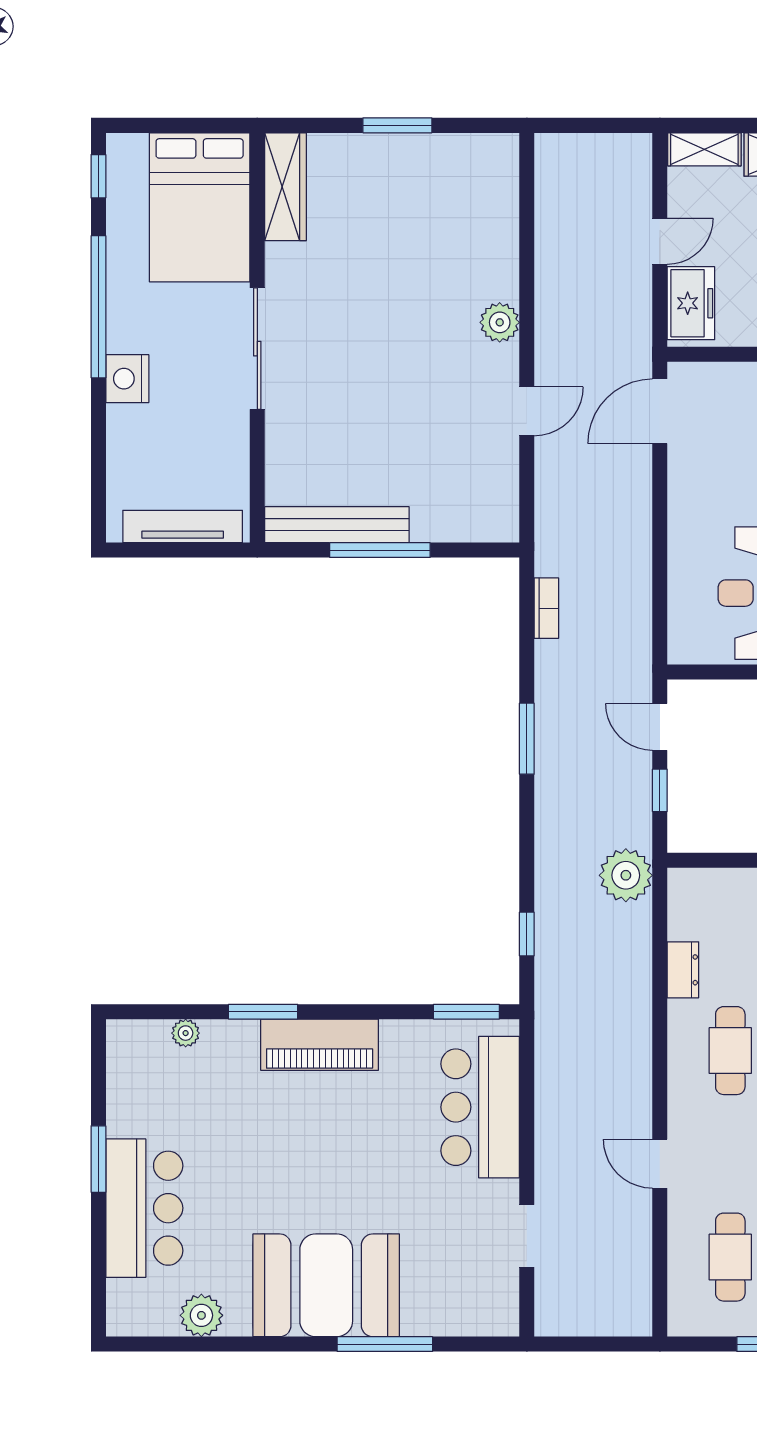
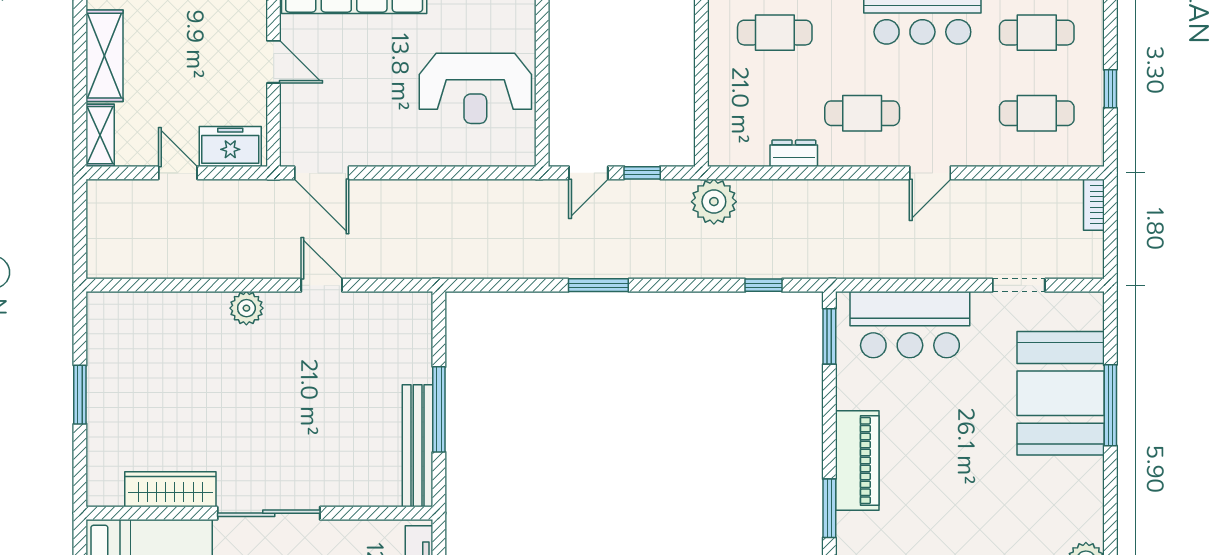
wardrobe: (285, 187) -> (170, 489), moved
bookcase: (546, 608) -> (1094, 205), moved, turned -90
door: (660, 1164) -> (930, 173), moved
booth: (326, 1285) -> (1061, 393), moved

